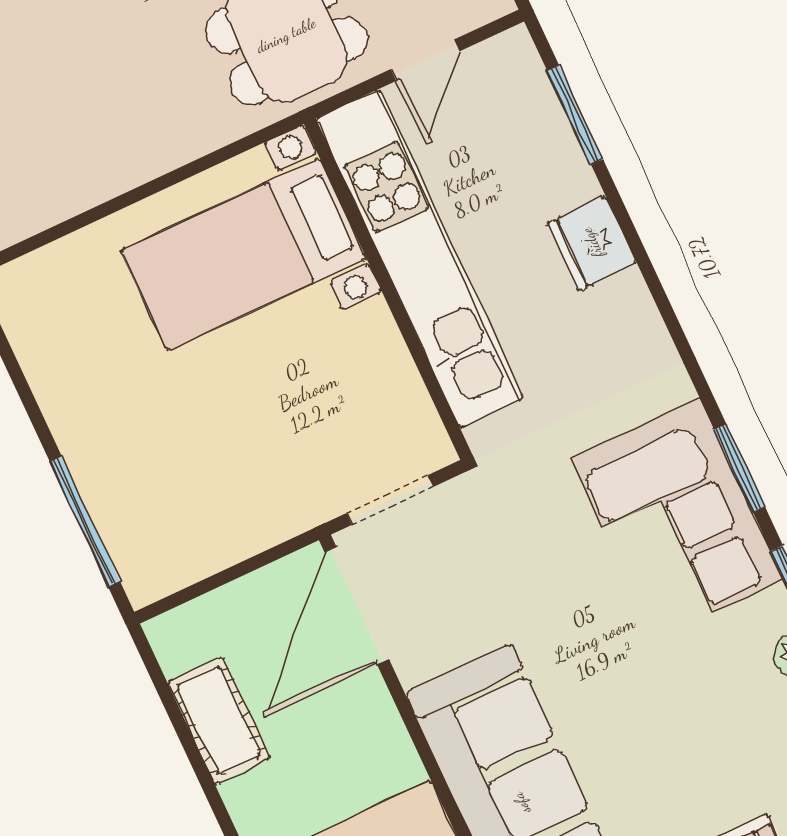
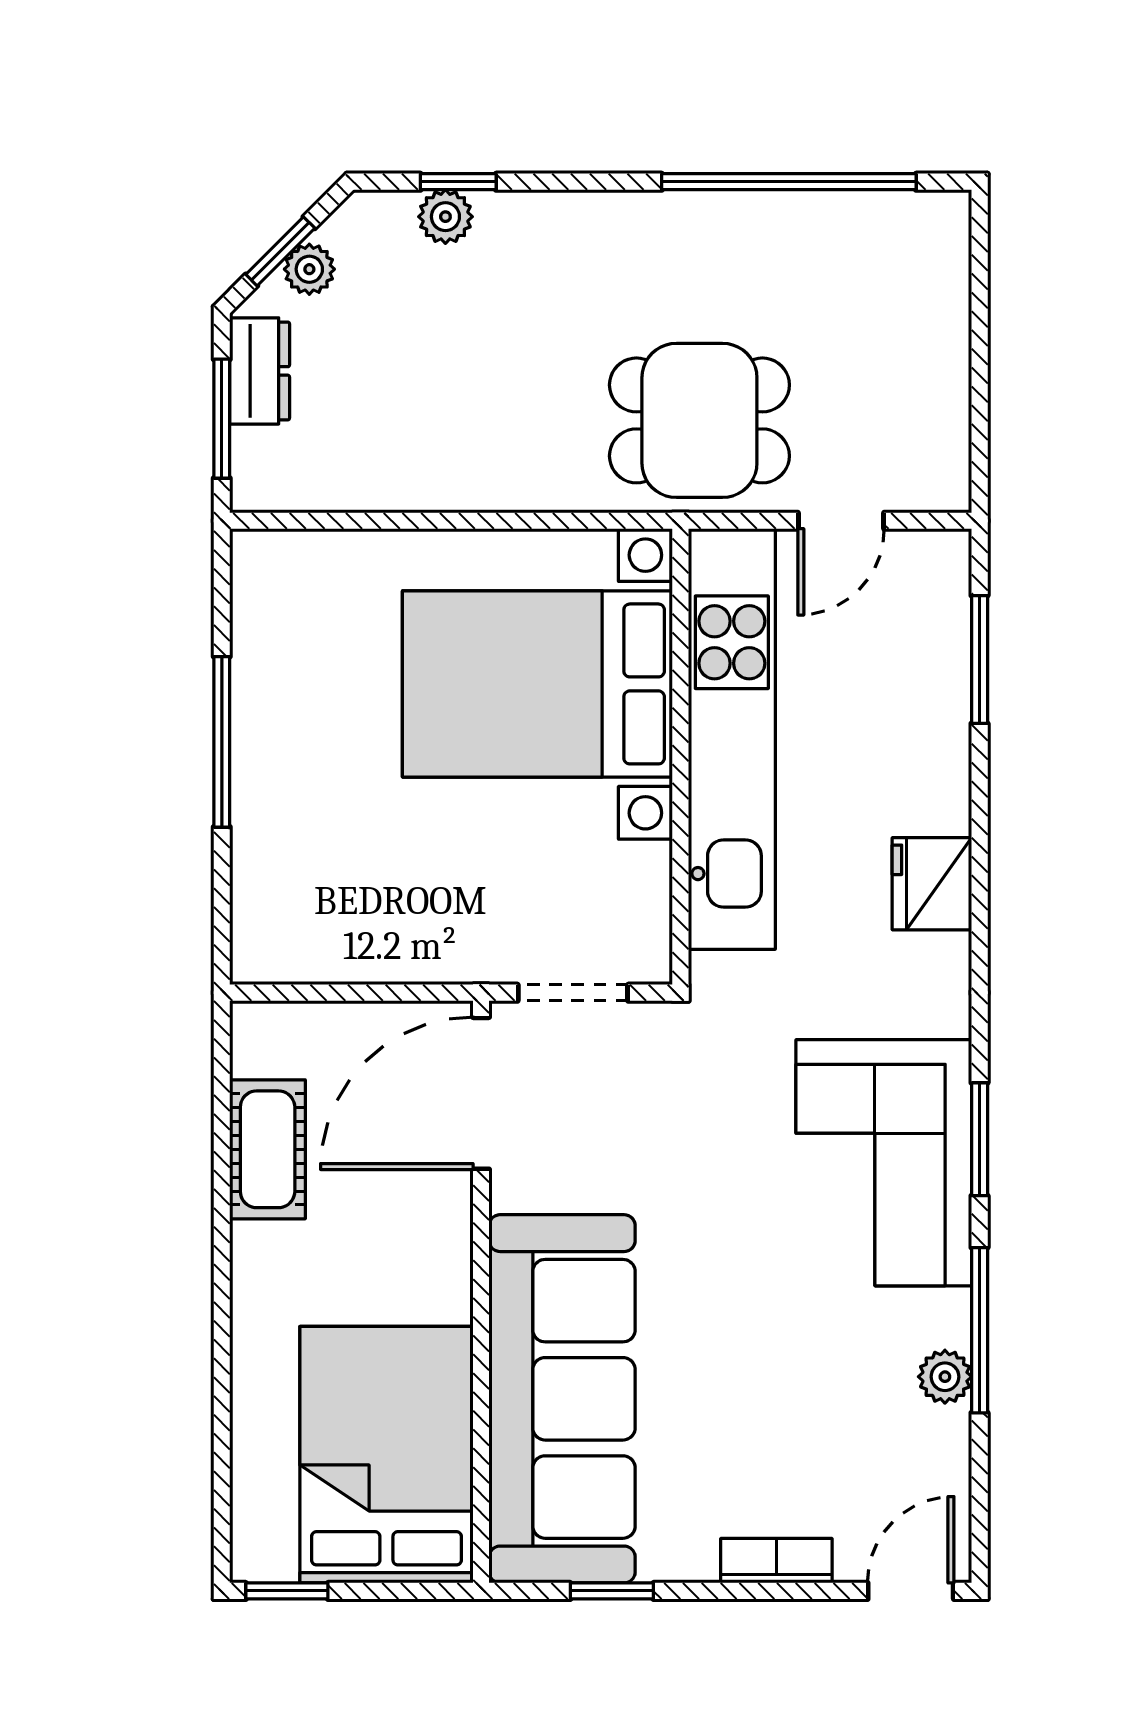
fridge: (592, 243) -> (932, 884), moved
bed with nightstands: (244, 254) -> (537, 684), width x1.36
window: (85, 521) -> (222, 742), moved

